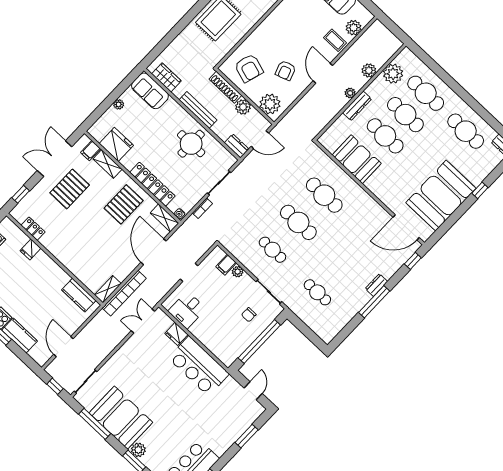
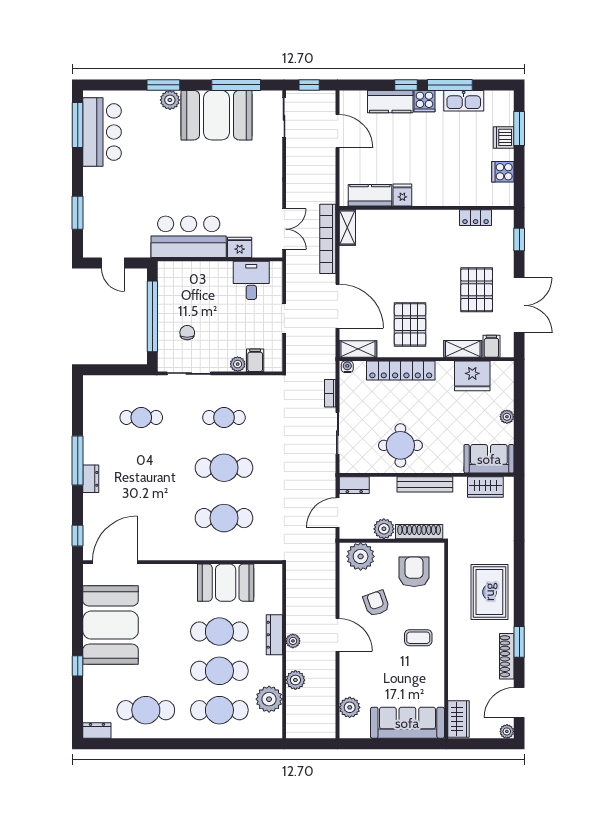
coffee table: (335, 40) -> (418, 638), moved
armchair: (249, 68) -> (414, 572), turned 73
fridge: (30, 249) -> (402, 195), moved

